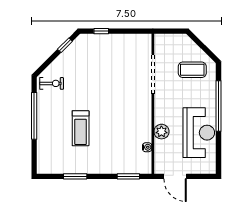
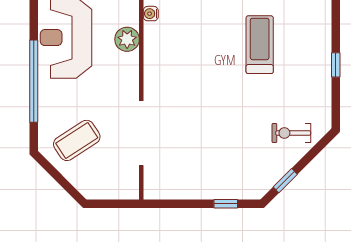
coffee table: (192, 70) -> (77, 140), turned -33
exercise bike: (52, 83) -> (291, 133), moved
window: (34, 116) -> (336, 65), width x0.32

